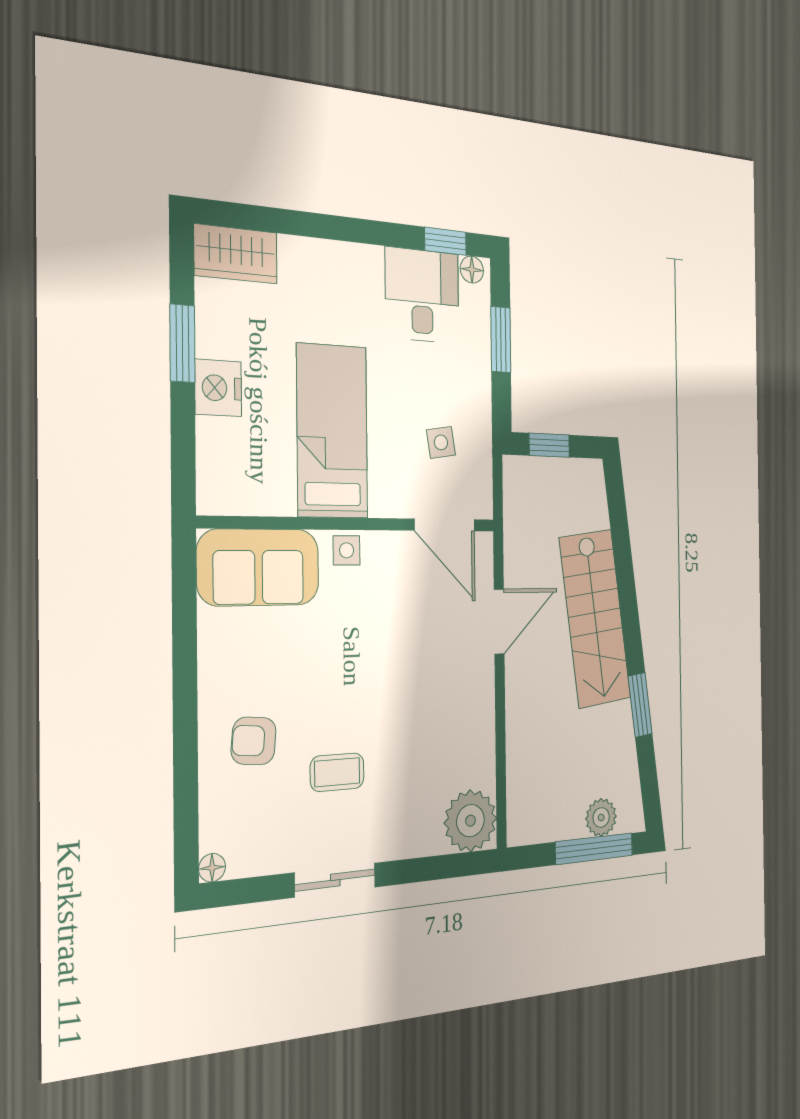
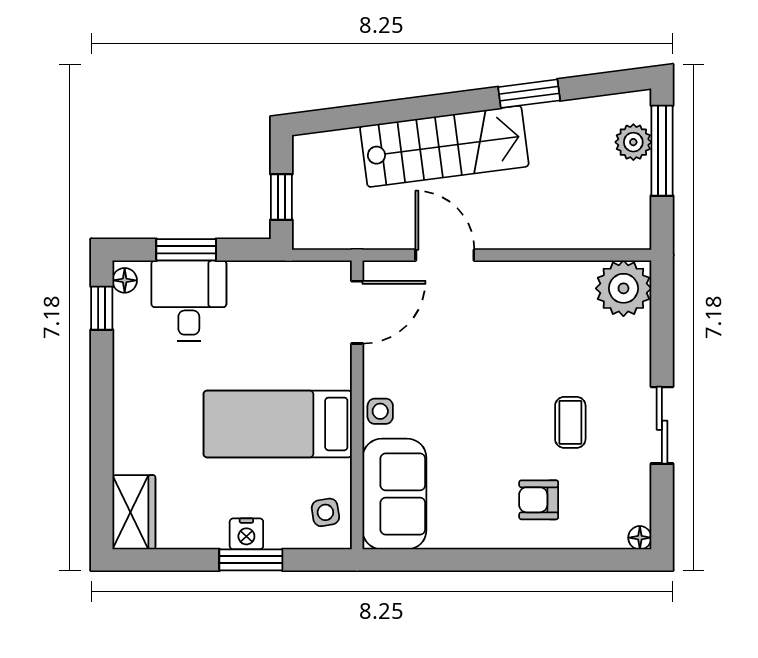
desk: (422, 295) -> (189, 301), moved, turned 90
window: (182, 343) -> (251, 560), moved
nightstand: (218, 388) -> (246, 534), width x0.74, depth x0.75
side table: (441, 442) -> (325, 512), moved
armchair: (254, 741) -> (539, 500), turned 85

